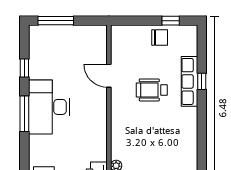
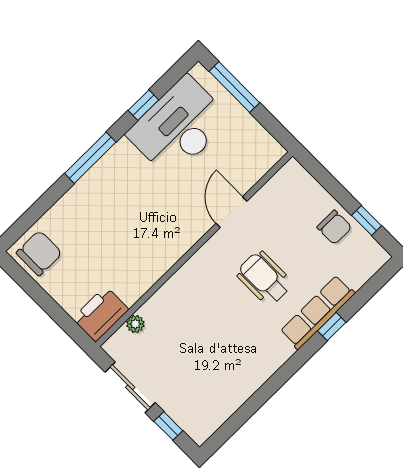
desk: (49, 107) -> (179, 127), moved

